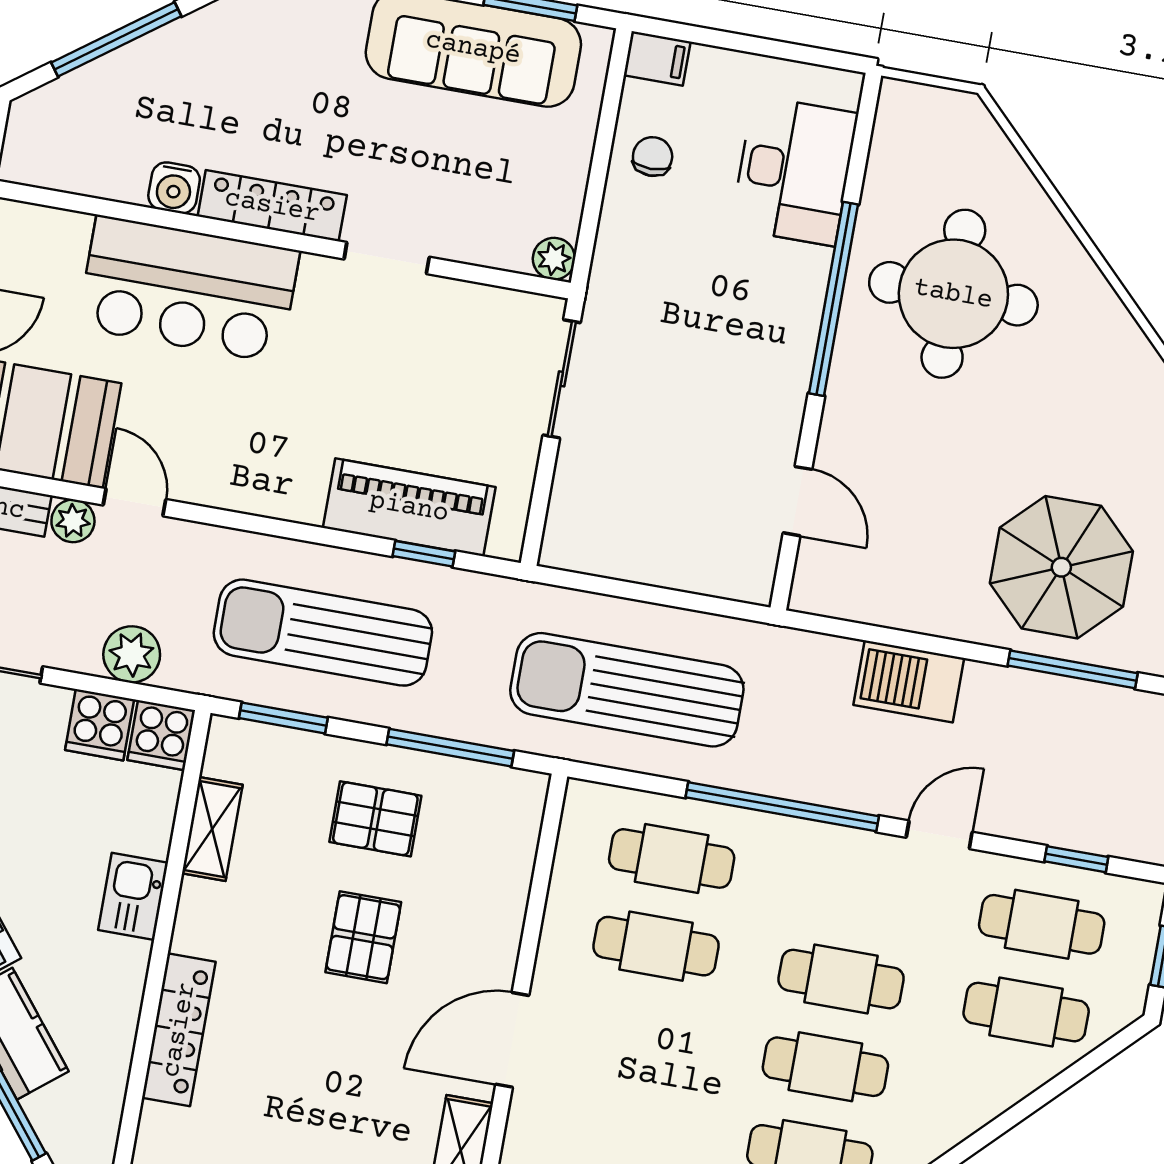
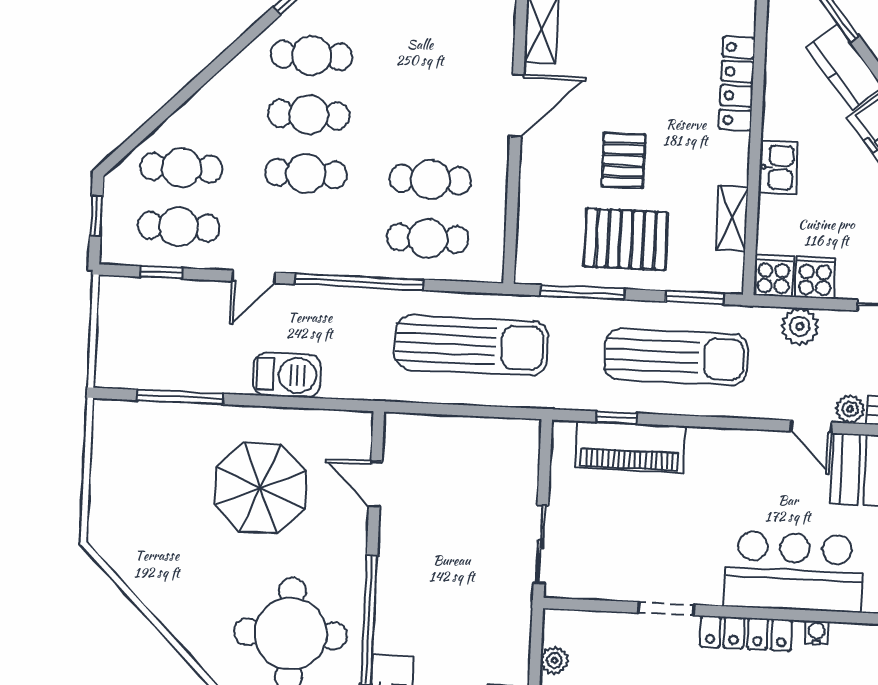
water cooler: (174, 188) -> (817, 633), width x0.72, depth x0.72
plant: (554, 259) -> (554, 660), moved
parasol: (1061, 567) -> (260, 488), moved
pallet: (375, 819) -> (626, 239), width x1.50, depth x1.42

